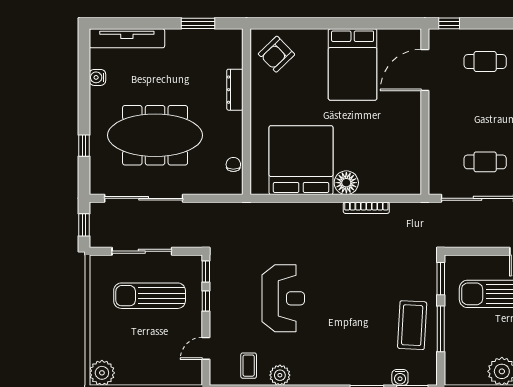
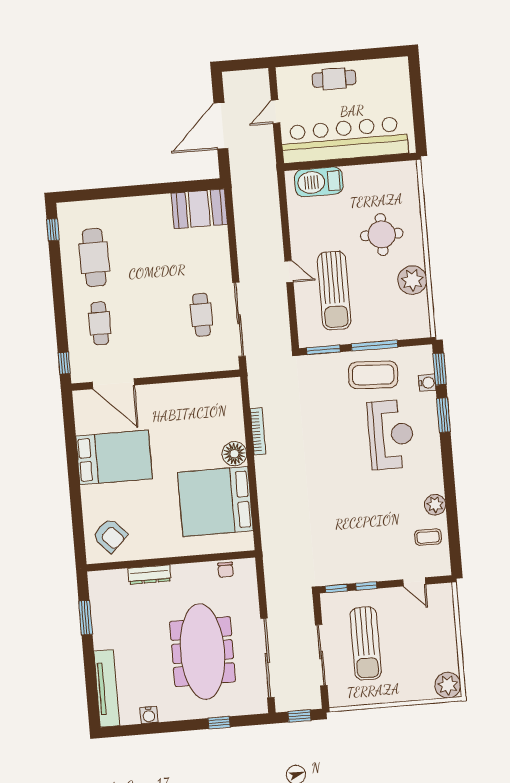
chair: (233, 165) -> (226, 570), turned -90
reception desk: (283, 298) -> (391, 435), moved, turned 90

